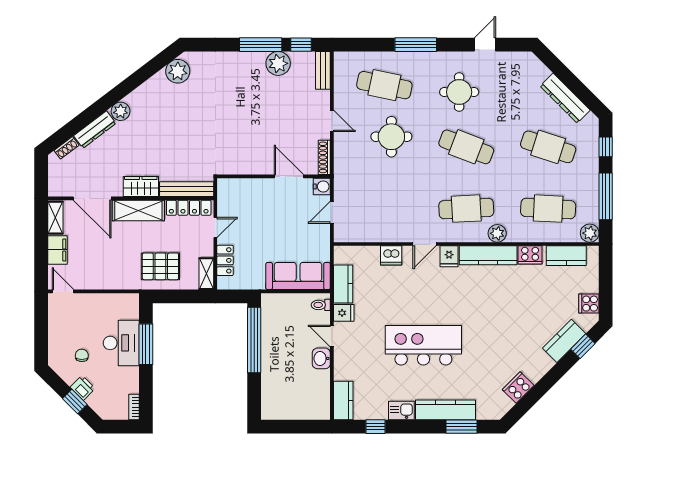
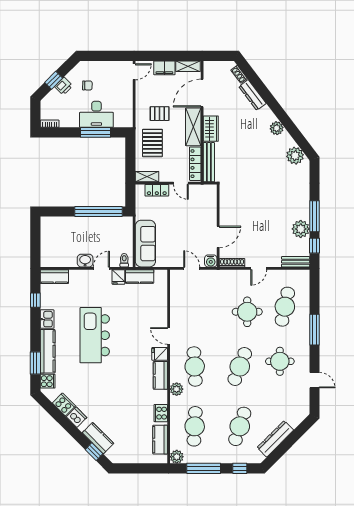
plant: (121, 111) -> (277, 128), moved
dishwasher: (391, 255) -> (77, 417), moved, turned 135
kitchen counter: (488, 255) -> (160, 375), width x0.67
pallet: (120, 257) -> (160, 114), added
cooker: (589, 304) -> (48, 381), moved, turned 90
kitchen island: (423, 345) -> (95, 335), turned 180

